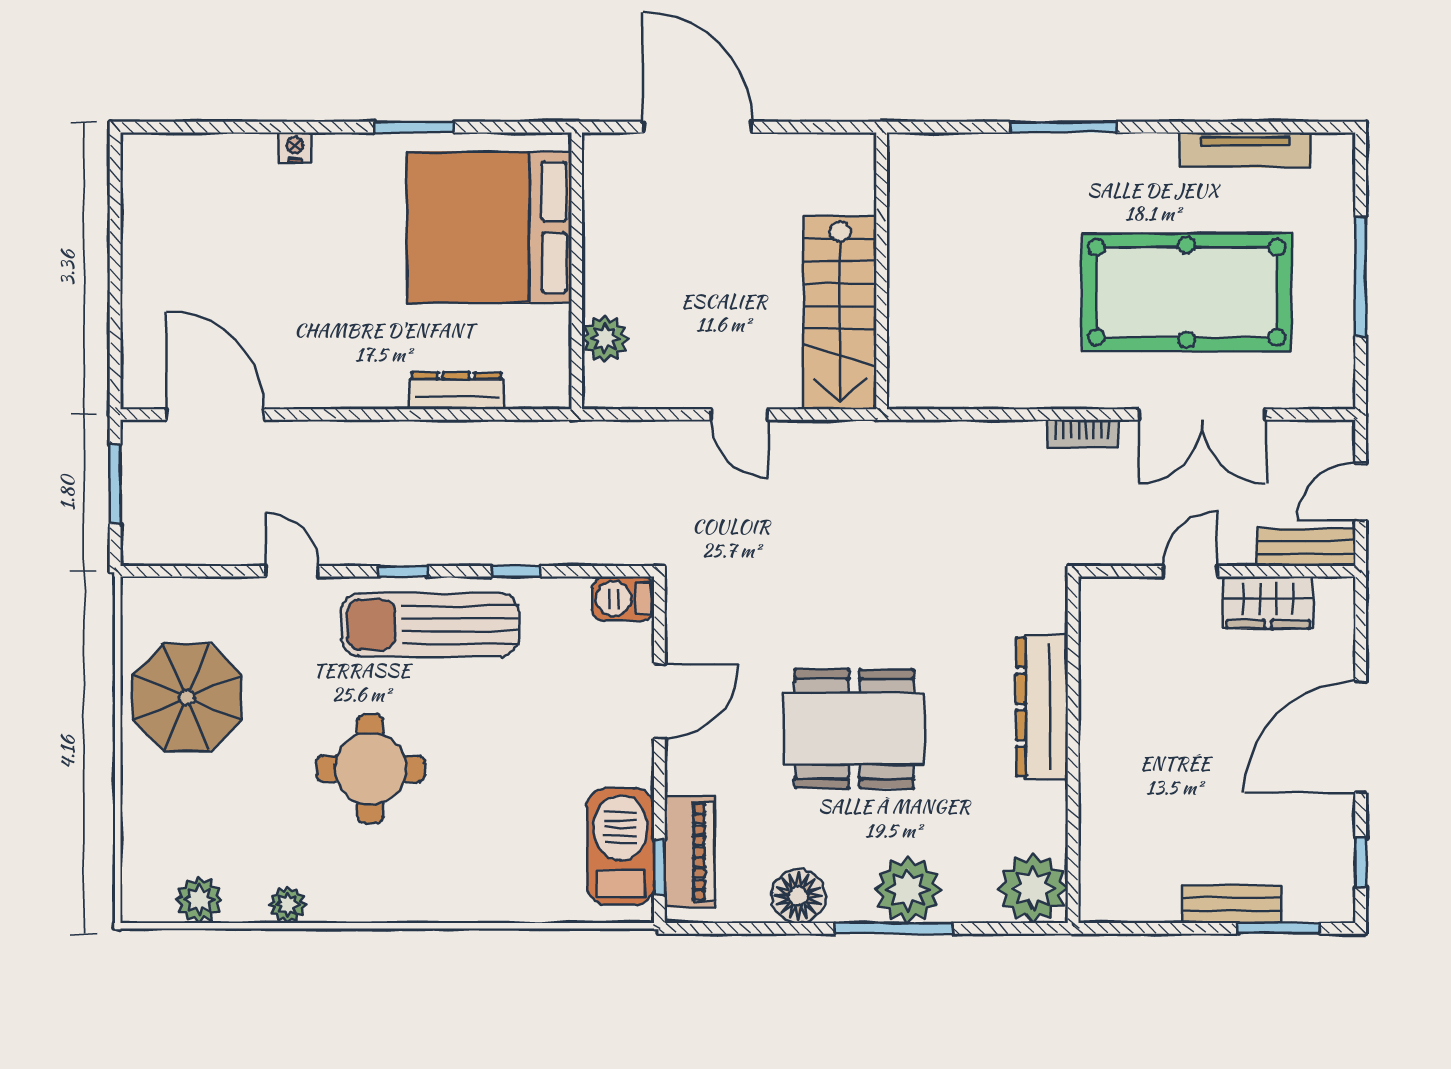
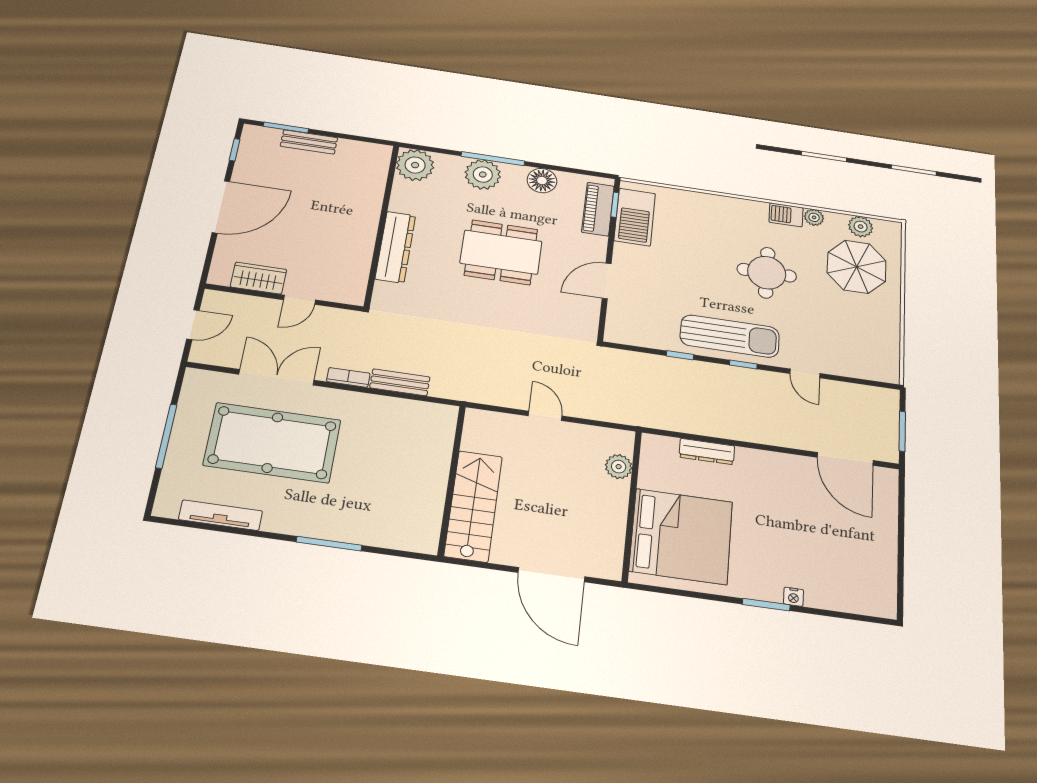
window: (414, 127) -> (766, 605), moved
stairs: (840, 313) -> (473, 506), moved
bench: (1306, 547) -> (400, 382), moved
barbecue: (623, 599) -> (786, 215), moved, turned 180
parasol: (187, 697) -> (857, 267), moved

